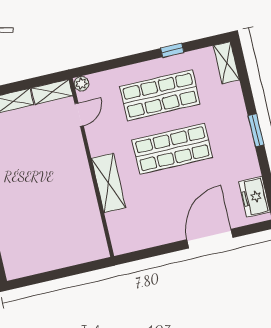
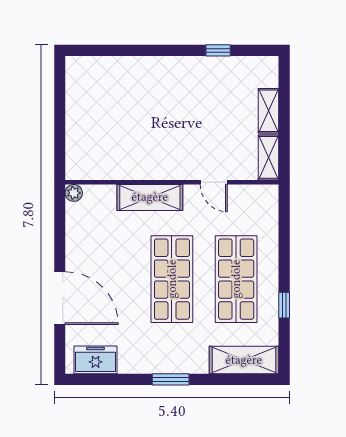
shelving: (226, 63) -> (244, 360), width x1.50, depth x1.33
plant: (81, 84) -> (74, 193), moved
door: (79, 115) -> (214, 182), moved

